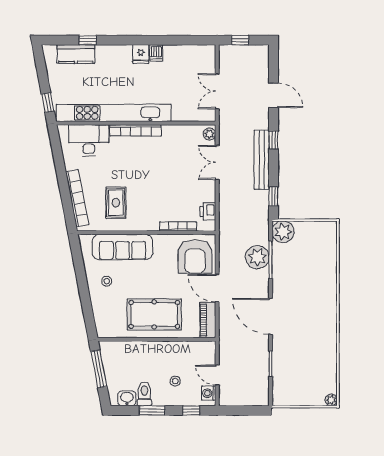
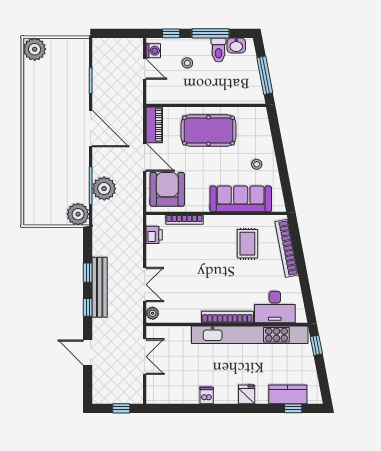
window: (88, 40) -> (293, 408), moved
fridge: (141, 54) -> (247, 394), moved
window: (273, 196) -> (88, 273), moved
plant: (331, 400) -> (35, 49), width x1.88, depth x1.88
window: (152, 410) -> (210, 33), width x1.44

